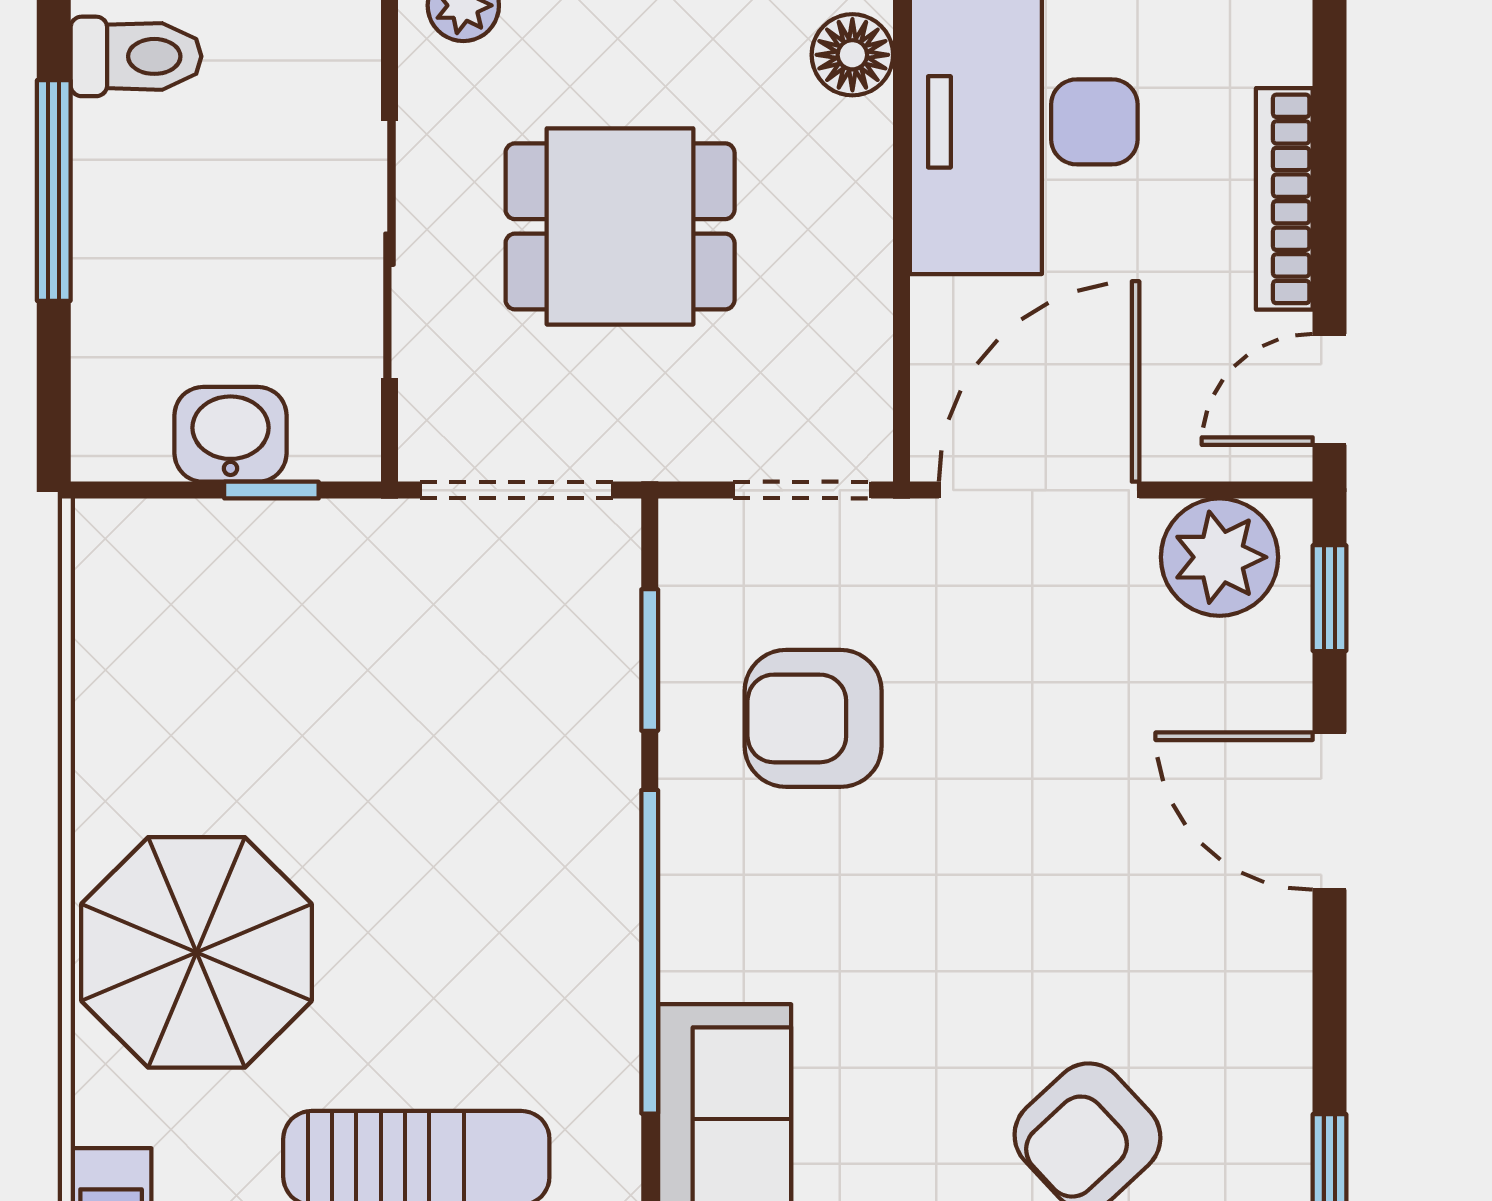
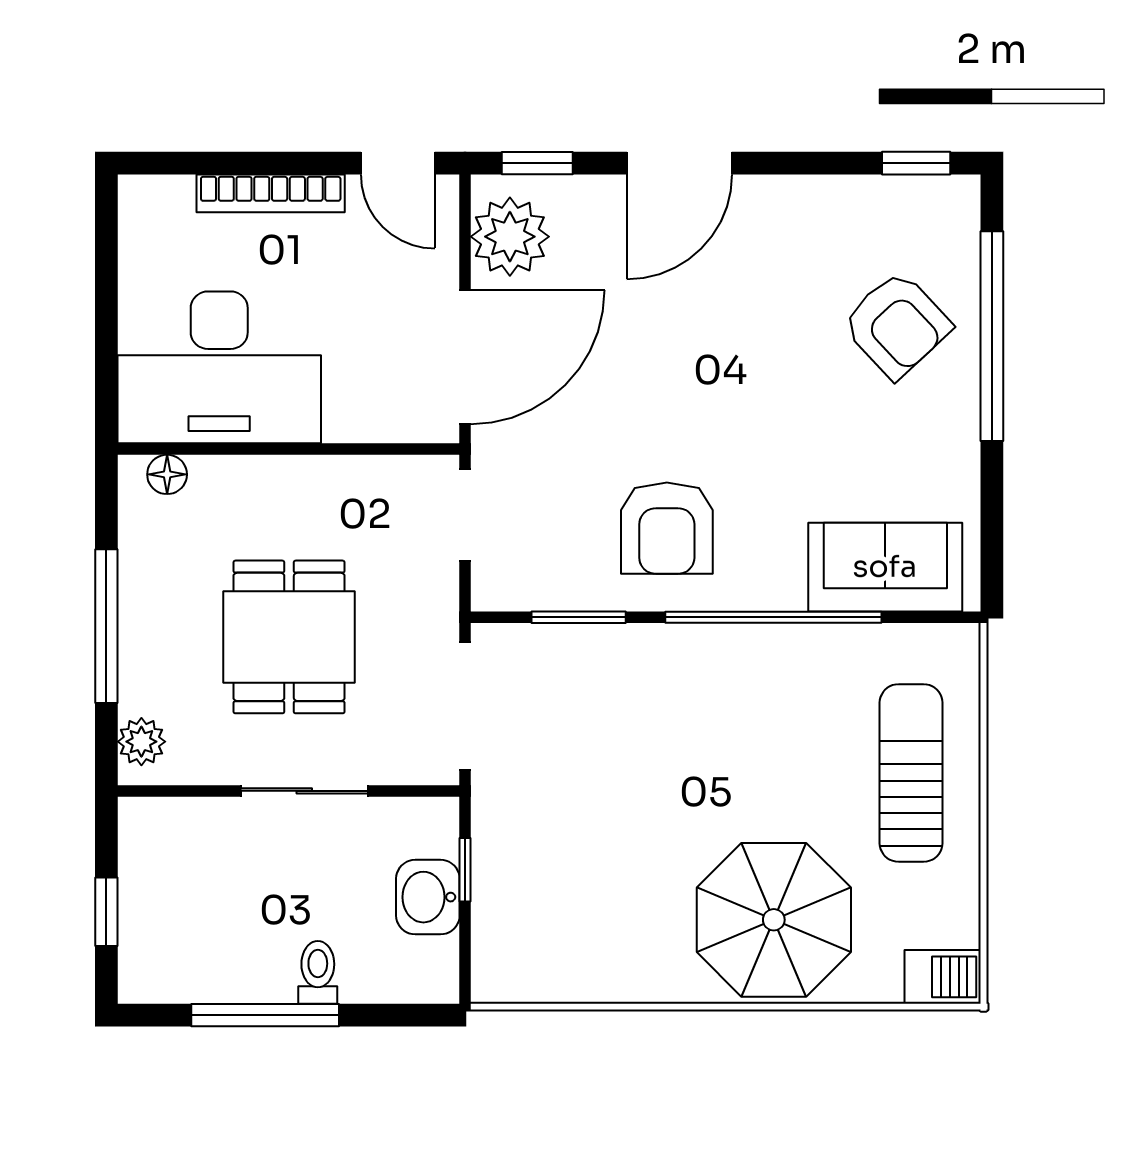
floor lamp: (852, 55) -> (167, 474), width x0.73, depth x0.73
toilet: (136, 56) -> (318, 972), moved, width x0.73, depth x0.72
sliding door: (389, 249) -> (304, 791), width x0.73
door: (1039, 490) -> (465, 357), swing flipped
armchair: (813, 718) -> (667, 528), moved

